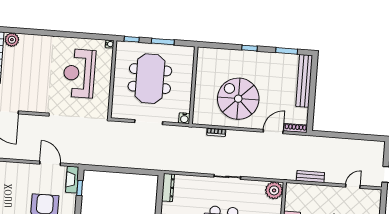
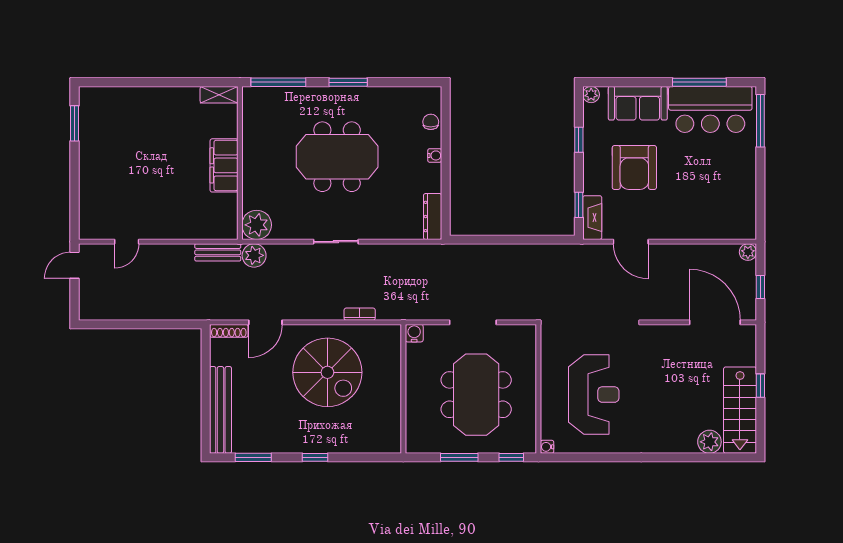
plant: (277, 172) -> (254, 255), added
bench: (310, 177) -> (218, 252), moved

